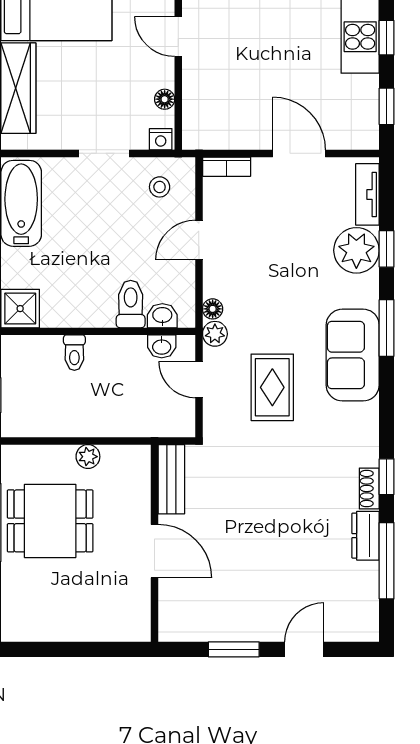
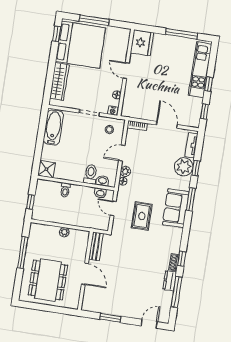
plant: (215, 334) -> (125, 171), moved
dining table: (50, 521) -> (48, 280), moved, width x1.38
door: (304, 649) -> (149, 324), moved

